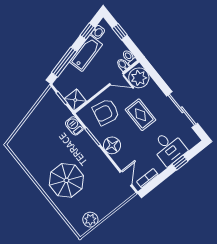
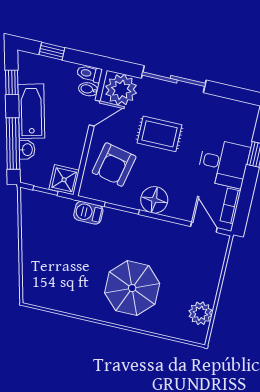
washbasin: (98, 32) -> (27, 150), moved
sliding door: (182, 110) -> (174, 79), moved
desk: (169, 148) -> (223, 163), moved

